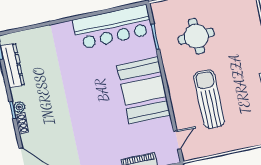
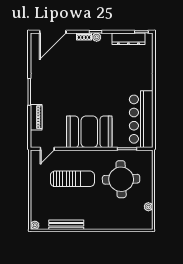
round table: (196, 36) -> (121, 179), width x1.36, depth x1.36
door: (177, 140) -> (47, 149), hinge flipped

